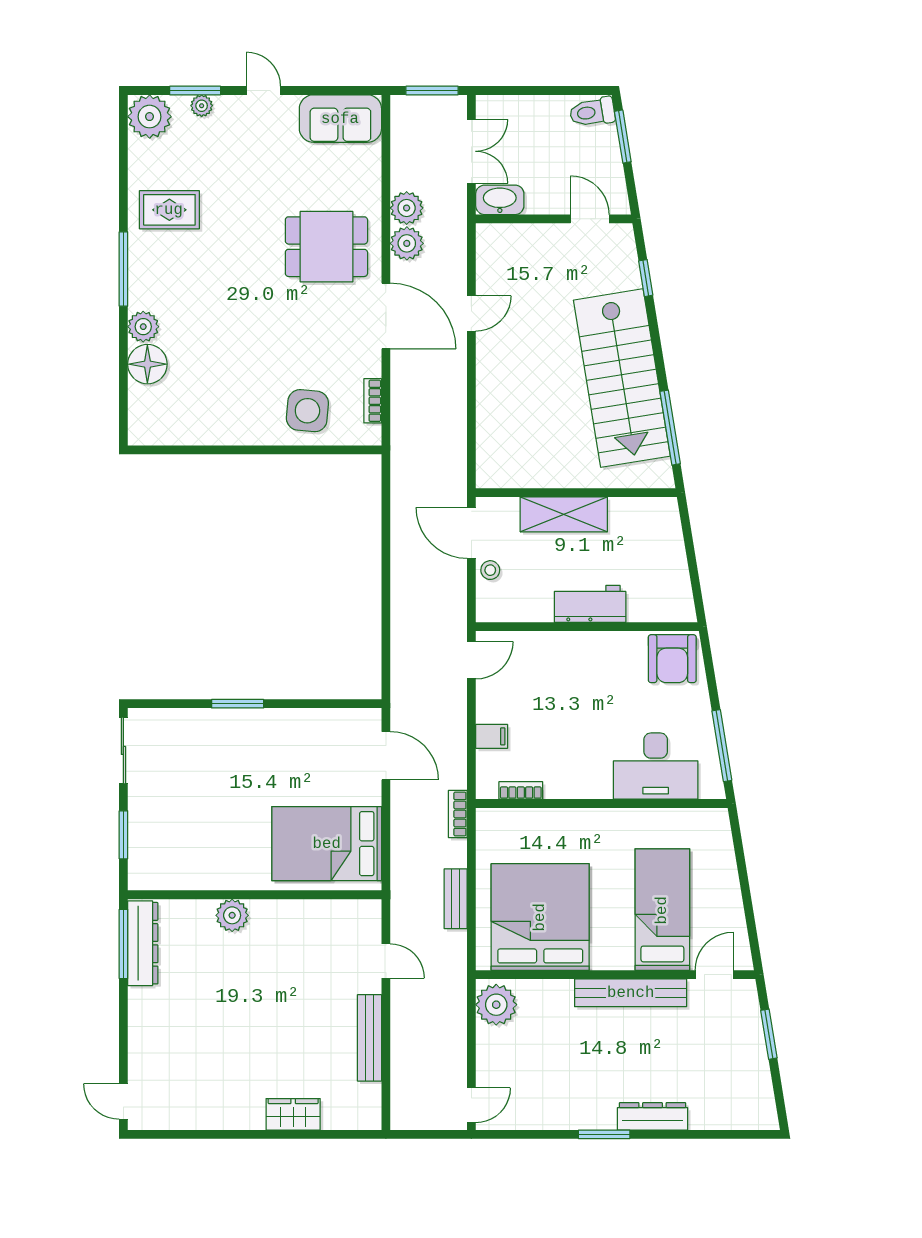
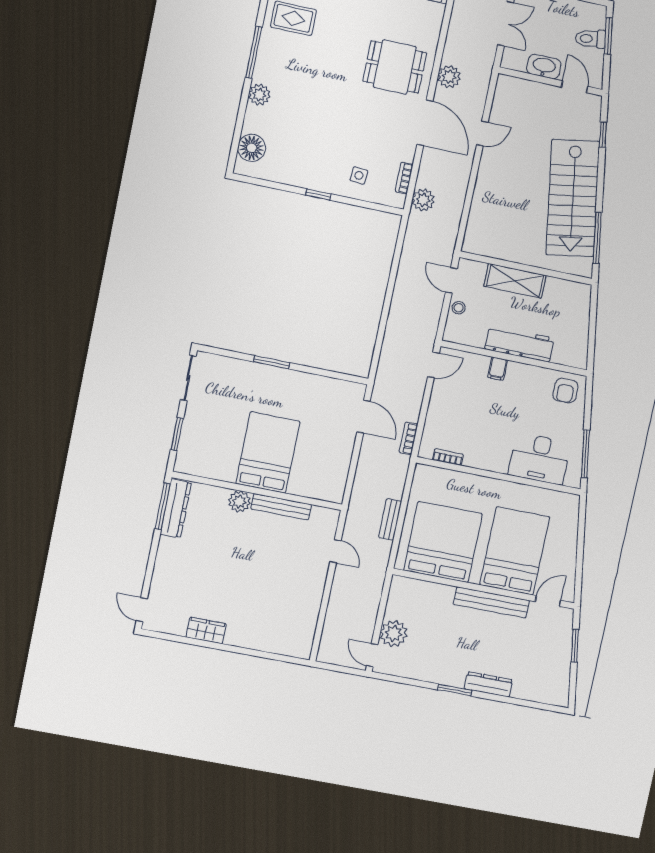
toilet: (592, 112) -> (590, 39), moved
washbasin: (500, 200) -> (544, 67), moved
plant: (407, 208) -> (423, 200), moved
floor lamp: (147, 364) -> (252, 148), moved
side table: (307, 411) -> (359, 175), width x0.54, depth x0.54
window: (255, 450) -> (318, 194), added
door: (471, 533) -> (451, 280), width x0.73
workbench: (590, 604) -> (520, 344), width x1.37
armchair: (672, 659) -> (565, 391), width x0.72, depth x0.72
filing cabinet: (492, 736) -> (498, 369), moved, turned 90
bookcase: (458, 814) -> (409, 438), moved
bed: (327, 844) -> (268, 452), moved, turned 90
bed: (662, 910) -> (515, 551), width x1.50
plant: (496, 1005) -> (394, 634), moved
bench: (369, 1038) -> (281, 507), moved, turned 90
door: (471, 1105) -> (372, 655), swing flipped
wardrobe: (293, 1114) -> (206, 630), moved

